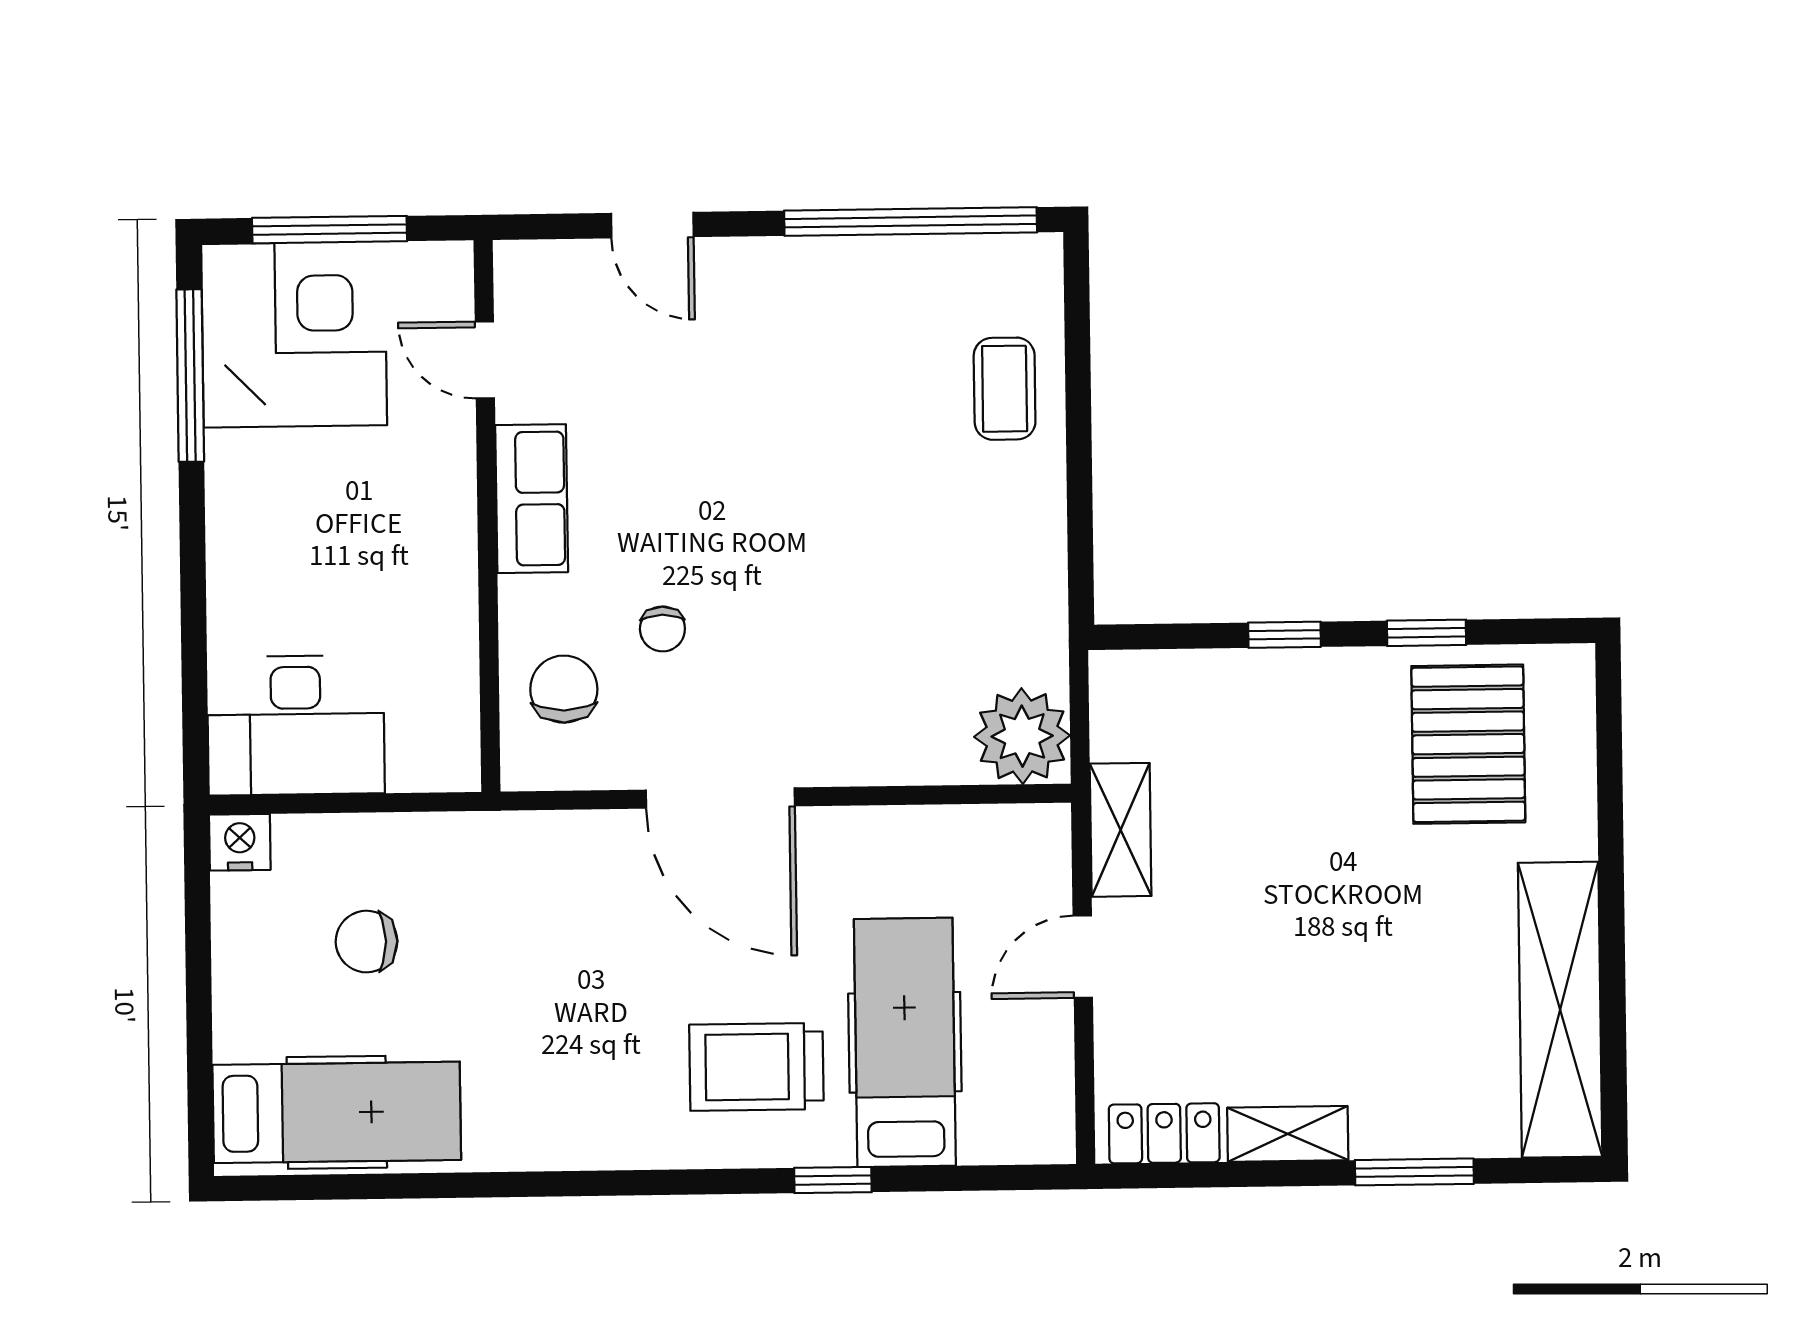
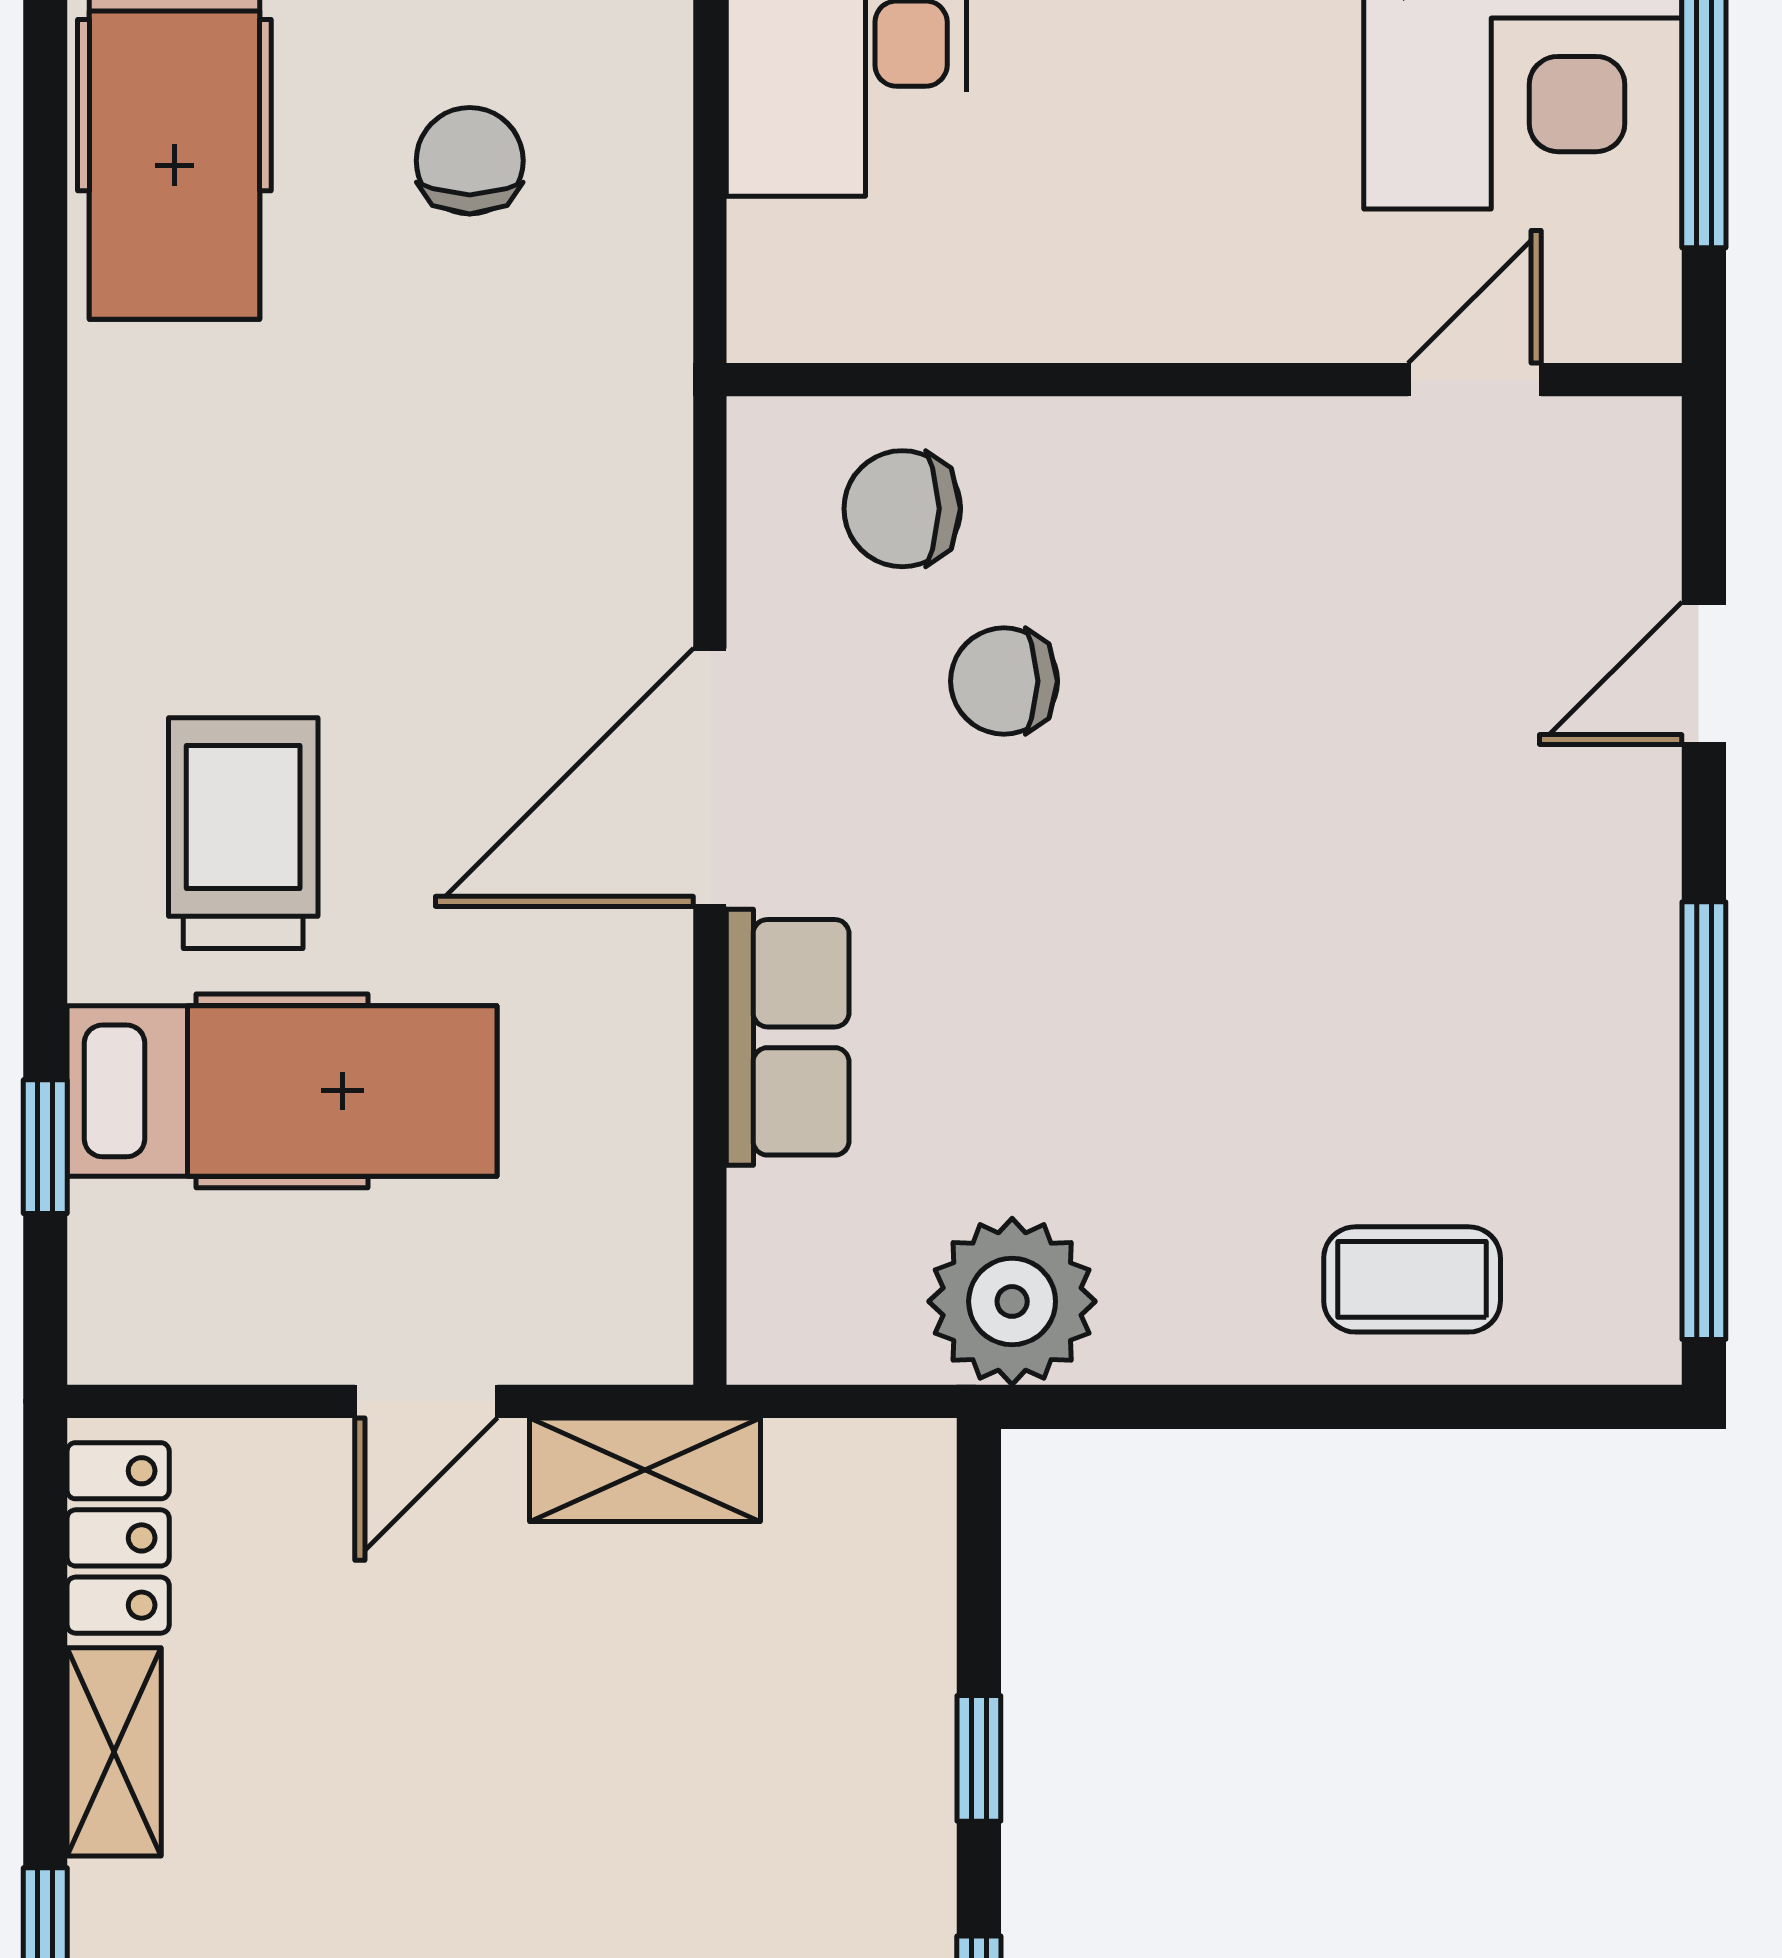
row of seats: (532, 499) -> (788, 1037), moved, turned -90
chair: (662, 629) -> (1004, 681), width x1.37, depth x1.37
chair: (564, 689) -> (902, 509), turned 180
plant: (1022, 736) -> (1012, 1301), moved
door: (1083, 957) -> (426, 1401), swing flipped
window: (833, 1180) -> (45, 1147), moved

